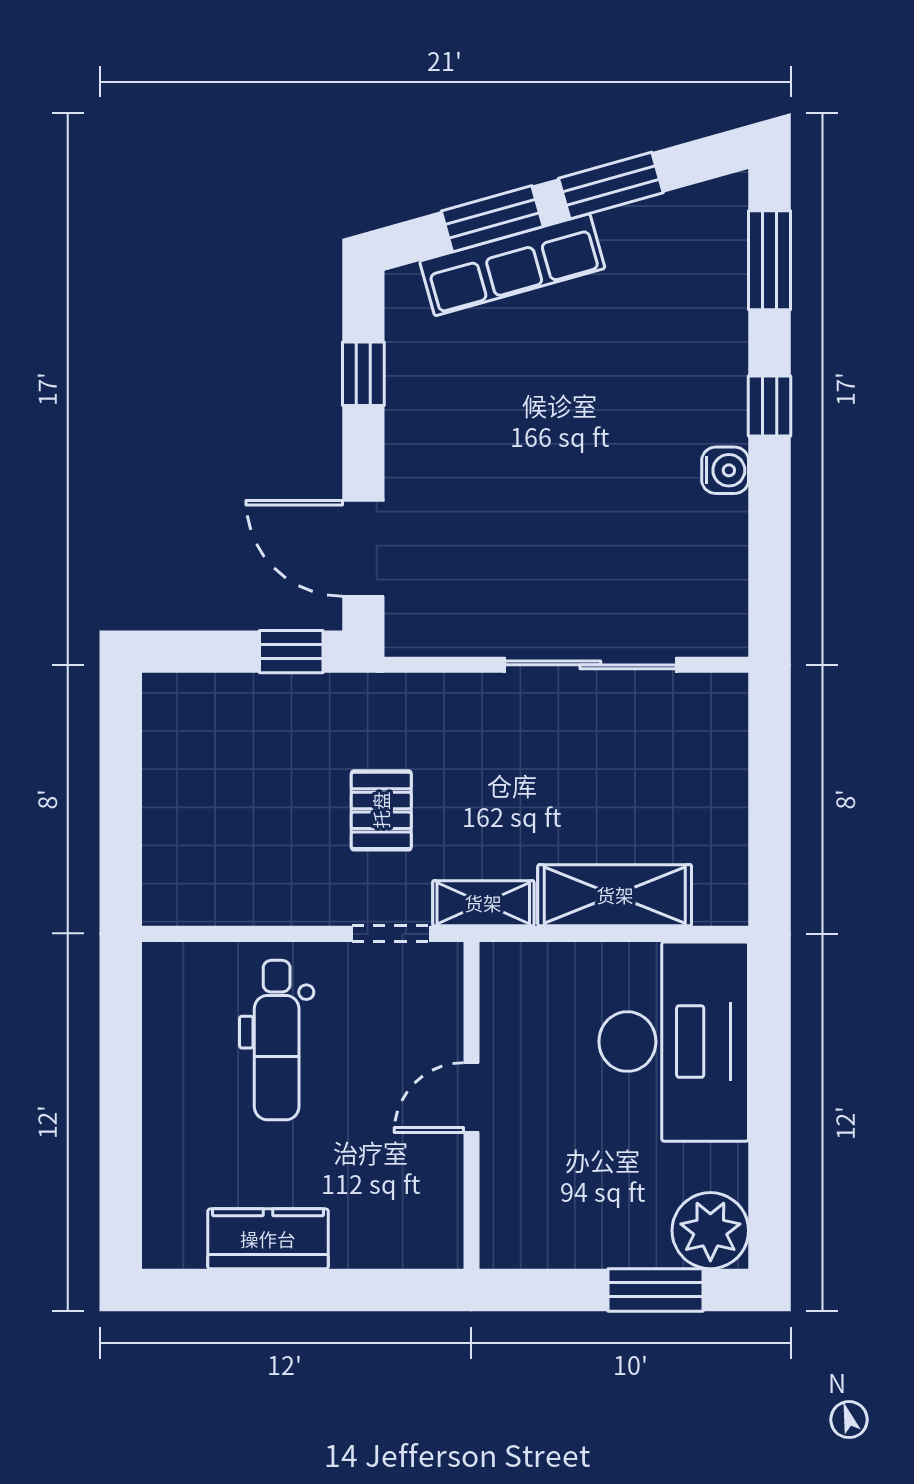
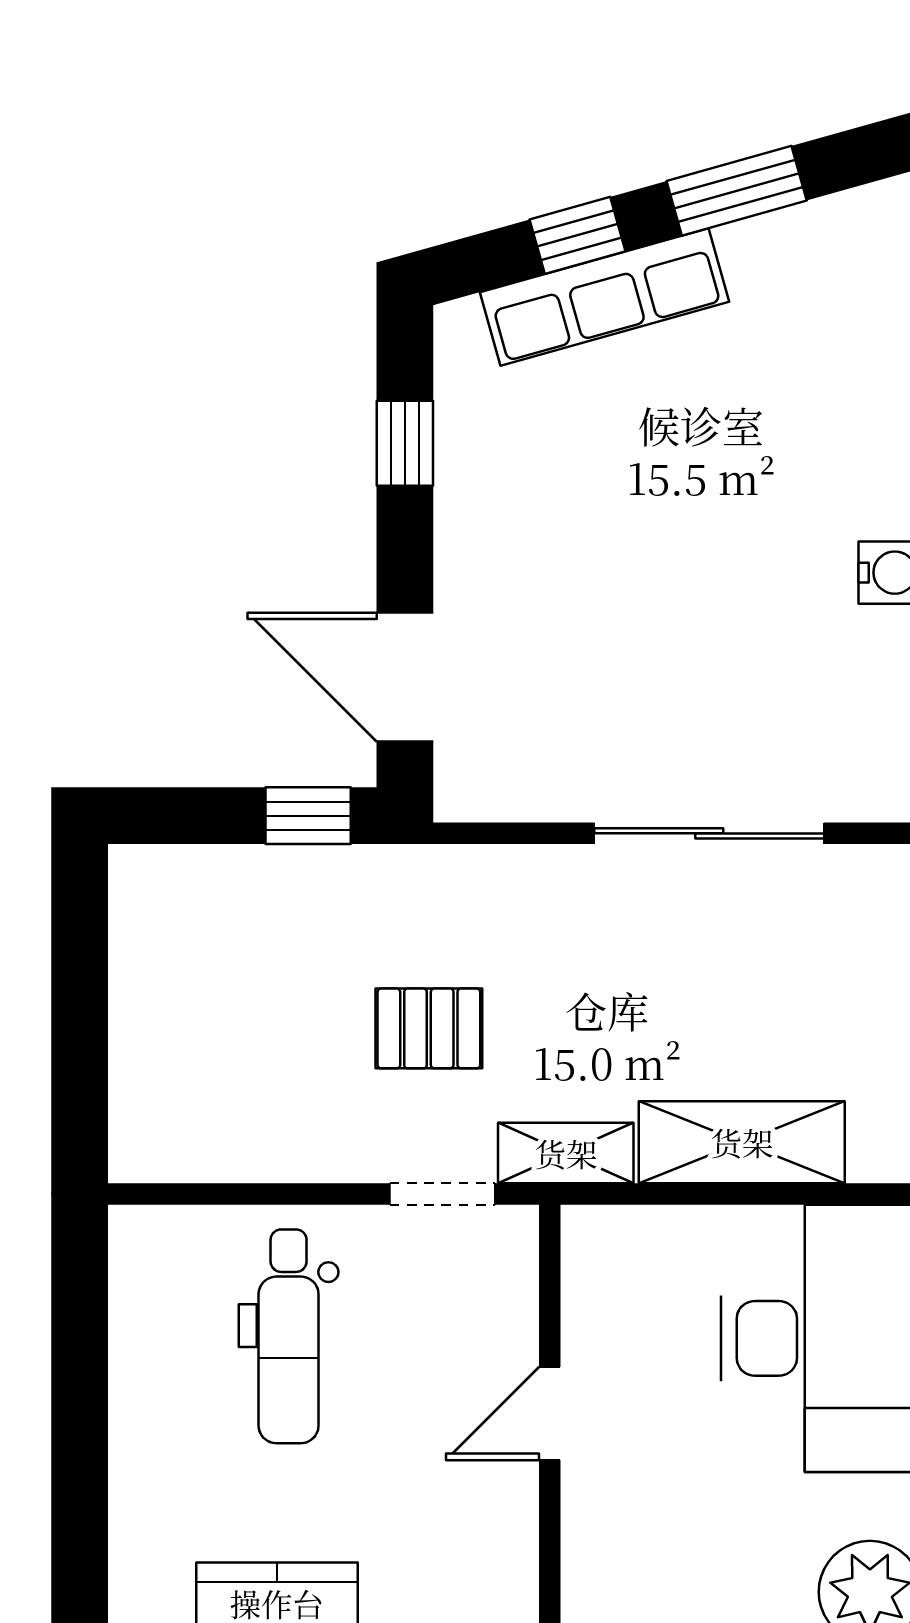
window: (492, 219) -> (578, 235), width x0.67
pallet: (381, 810) -> (429, 1028), turned 90

